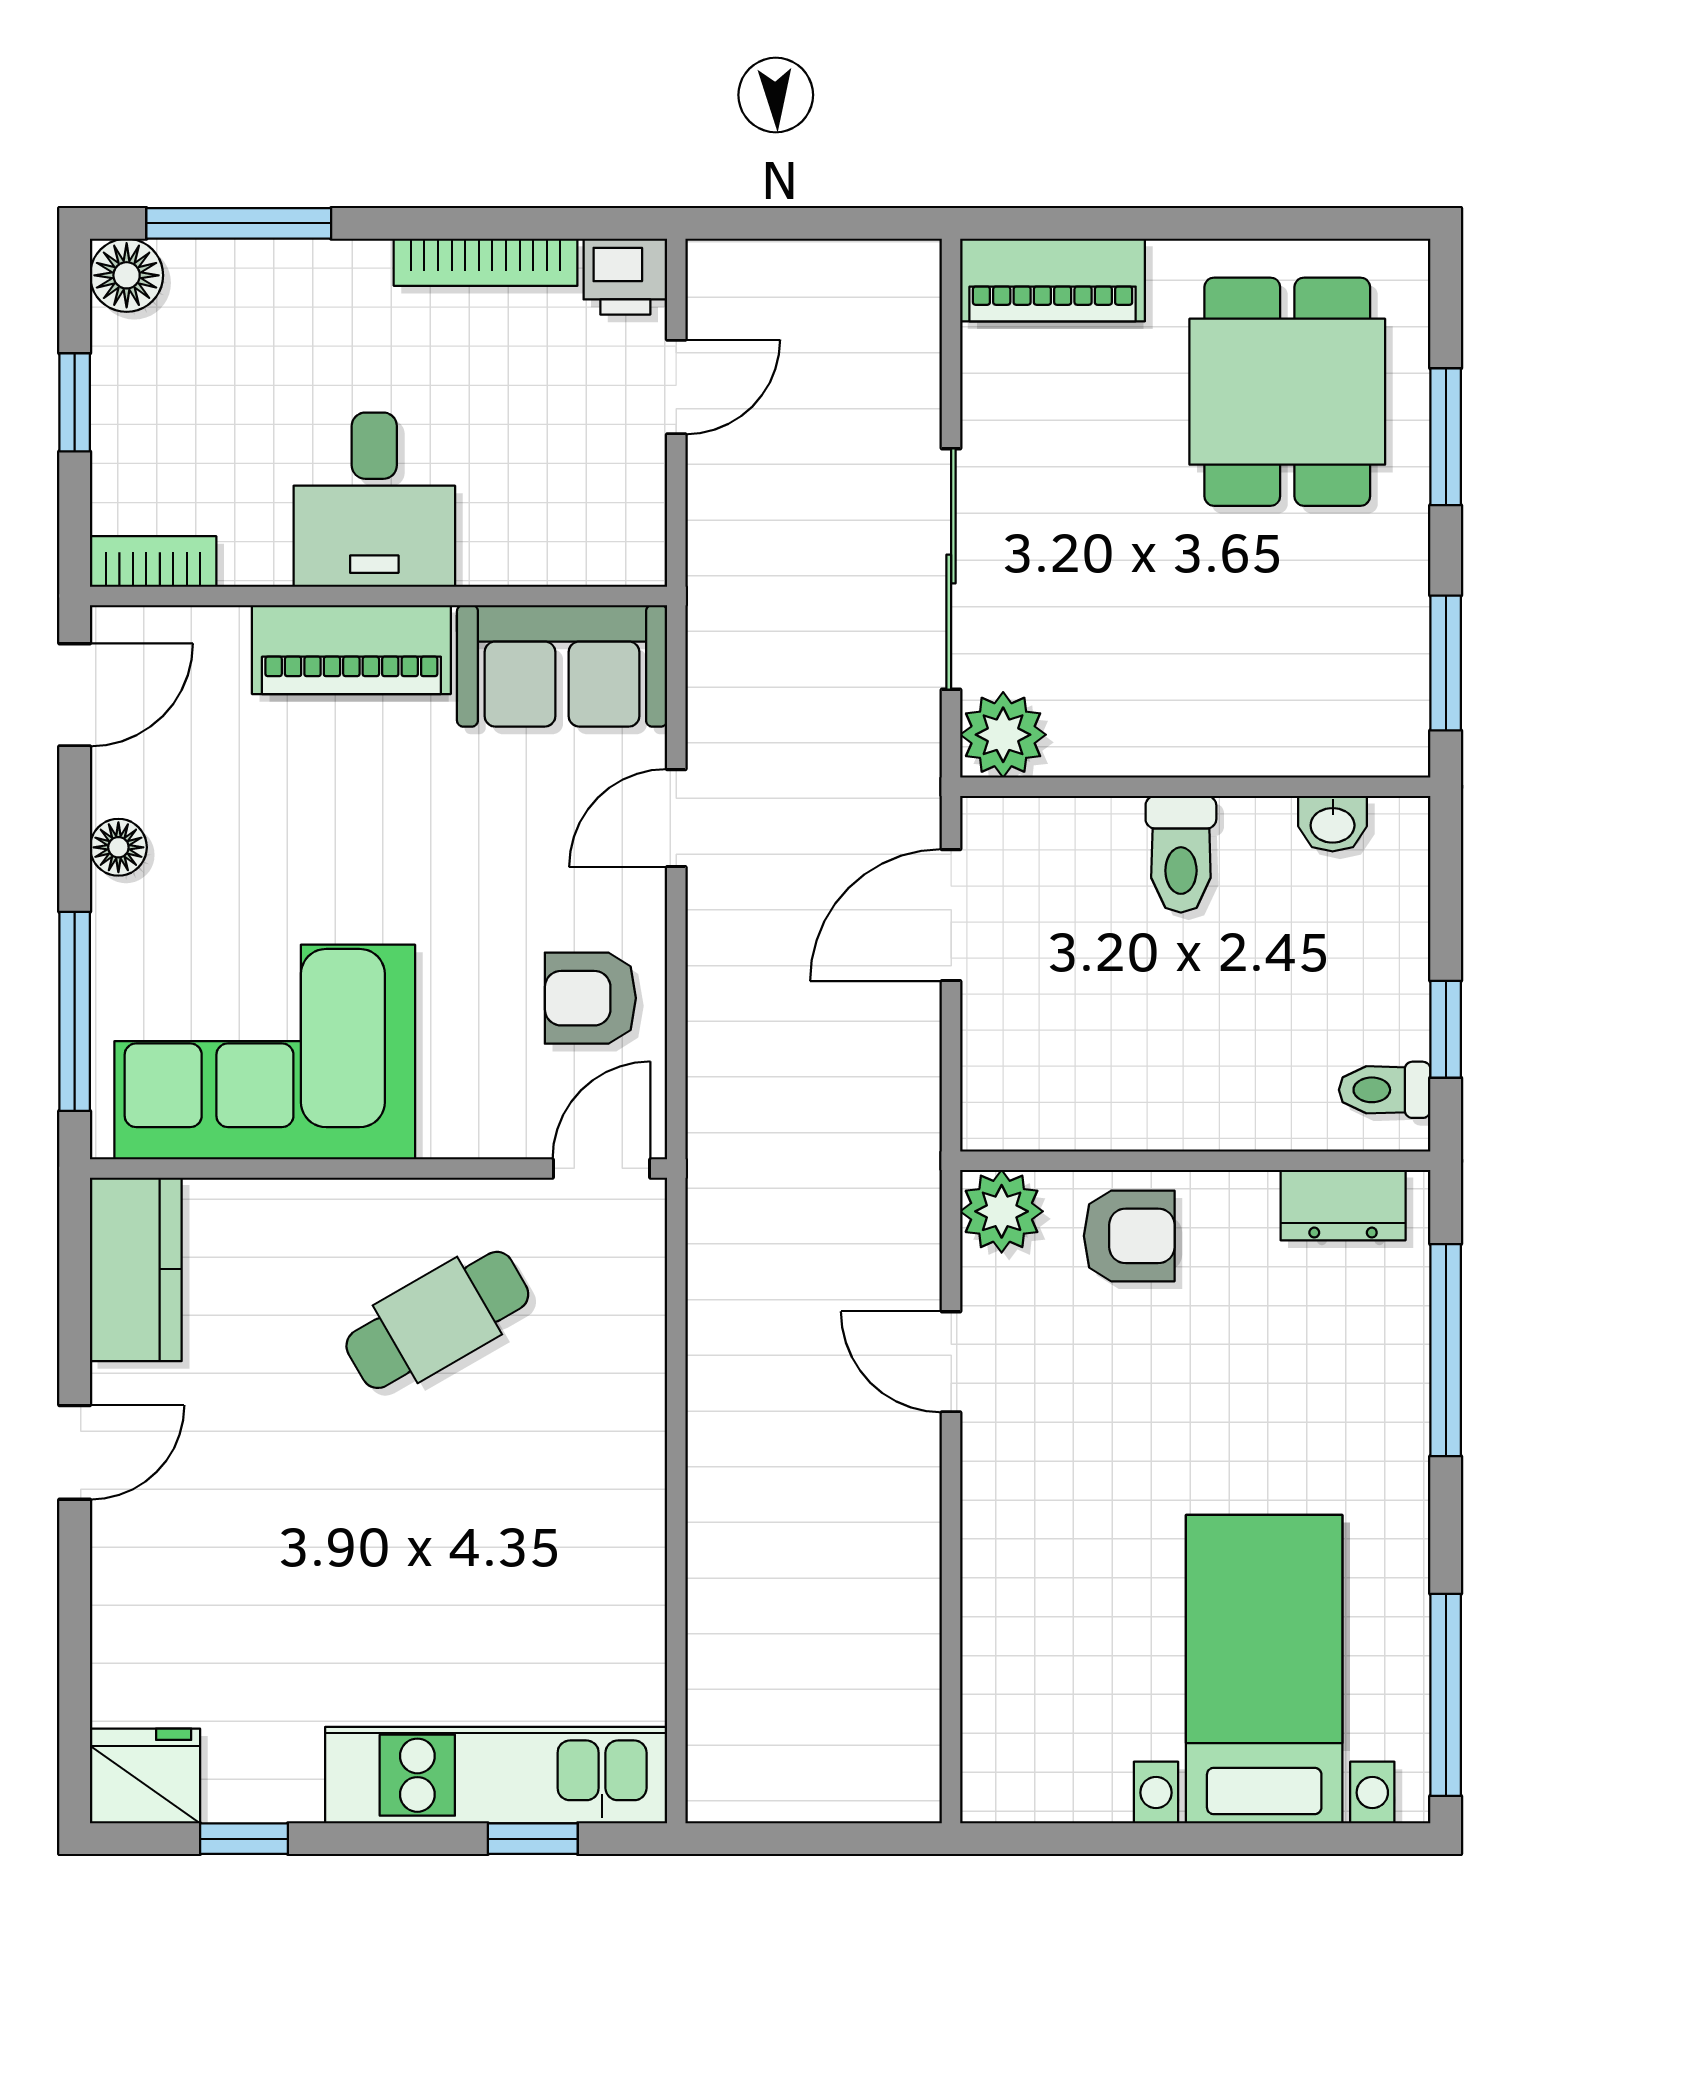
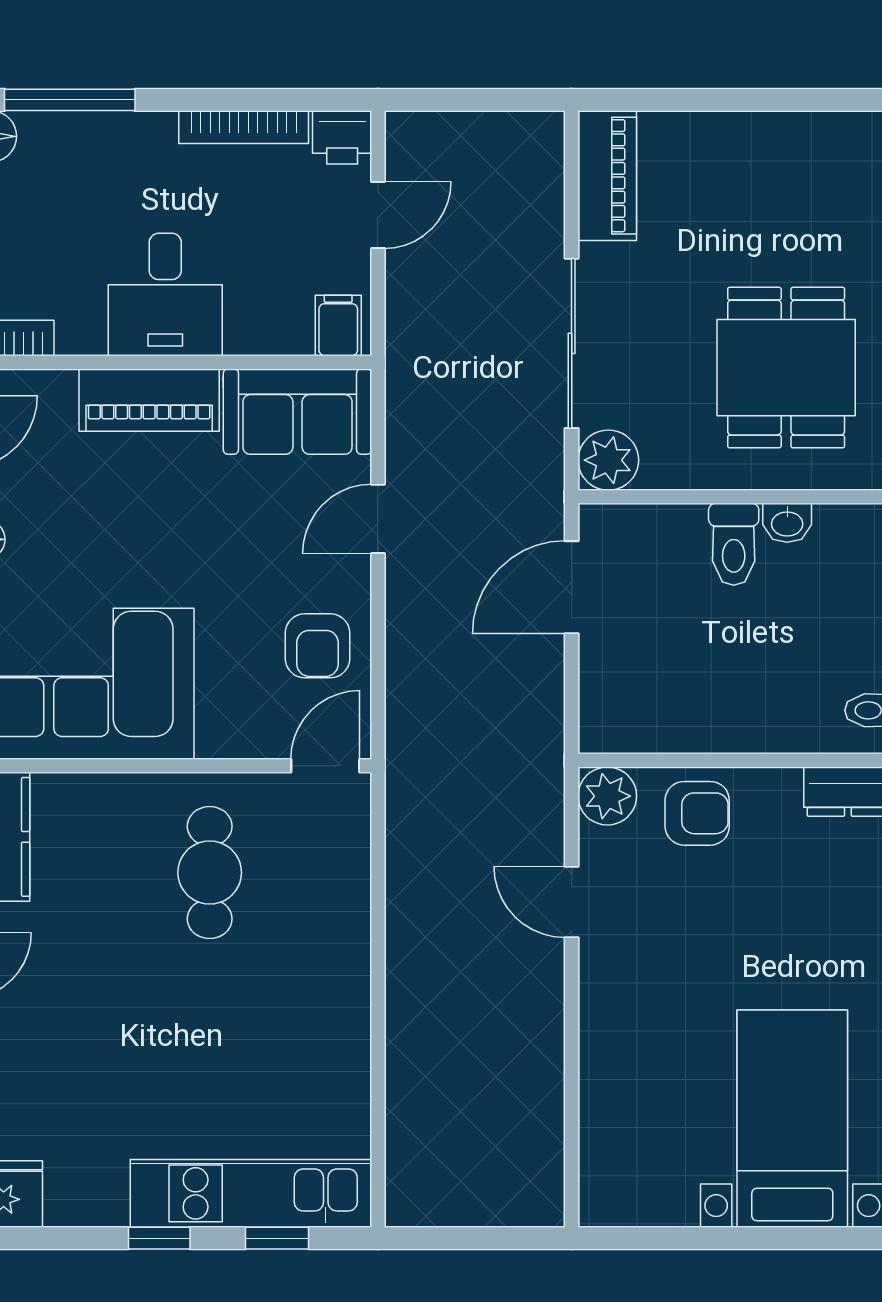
piano: (1053, 280) -> (607, 176), moved, turned -90
dining table: (1287, 392) -> (786, 368), moved
filing cabinet: (620, 544) -> (338, 325), added
washbasin: (1333, 824) -> (787, 523), moved
armchair: (590, 998) -> (318, 646), turned -90
cafe table: (437, 1320) -> (210, 873), turned -60
window: (244, 1839) -> (159, 1238), moved

